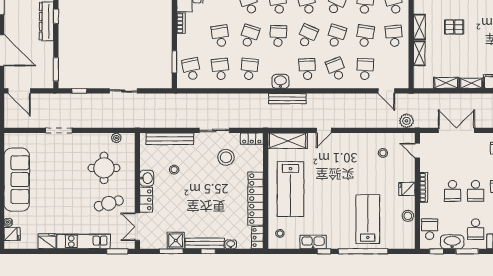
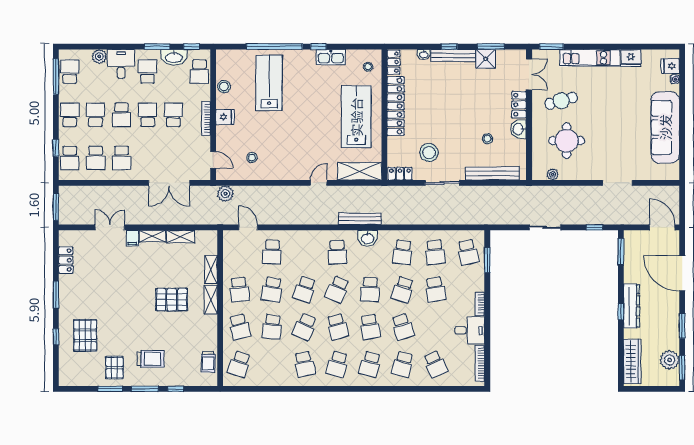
pallet: (454, 27) -> (172, 300), width x1.50, depth x1.42
school desk: (336, 69) -> (305, 252), removed
lab bench: (368, 219) -> (269, 83), turned 180

